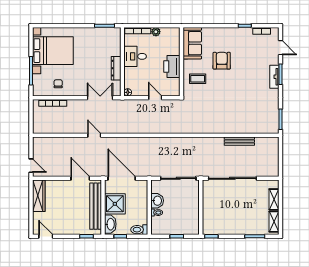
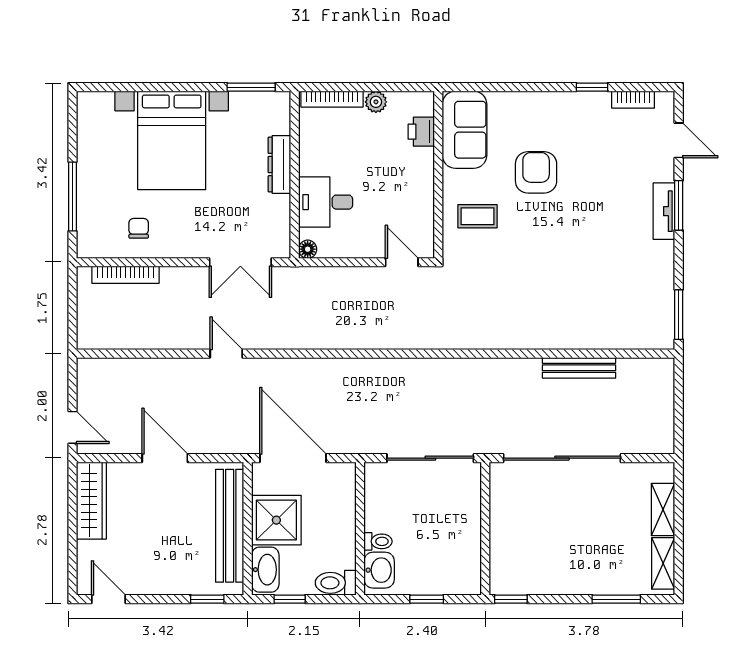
bed with nightstands: (53, 51) -> (172, 140), moved, turned 90
desk: (135, 56) -> (326, 202), moved
printer: (172, 66) -> (421, 132), moved, width x0.53, depth x0.68
dresser: (116, 68) -> (279, 165), moved
double door: (100, 98) -> (240, 262), swing flipped
door: (155, 98) -> (402, 262), moved
door: (80, 178) -> (165, 458), moved
washbasin: (157, 201) -> (379, 570), moved

